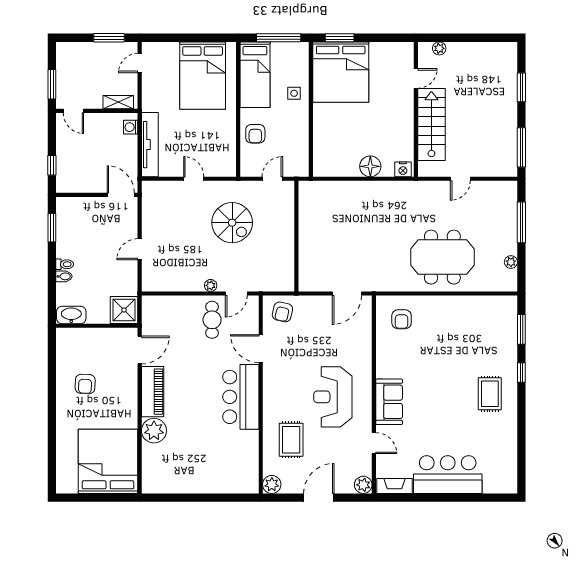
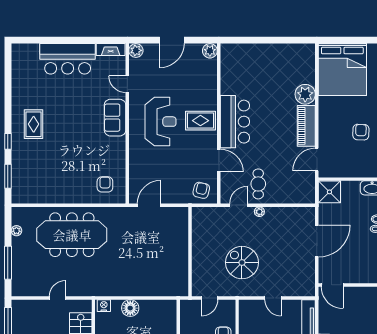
door: (140, 249) -> (317, 241), width x1.88
meeting table: (442, 257) -> (72, 235), width x1.36
rug: (291, 440) -> (200, 121), moved, turned 90

